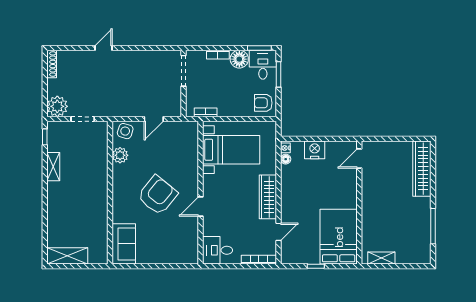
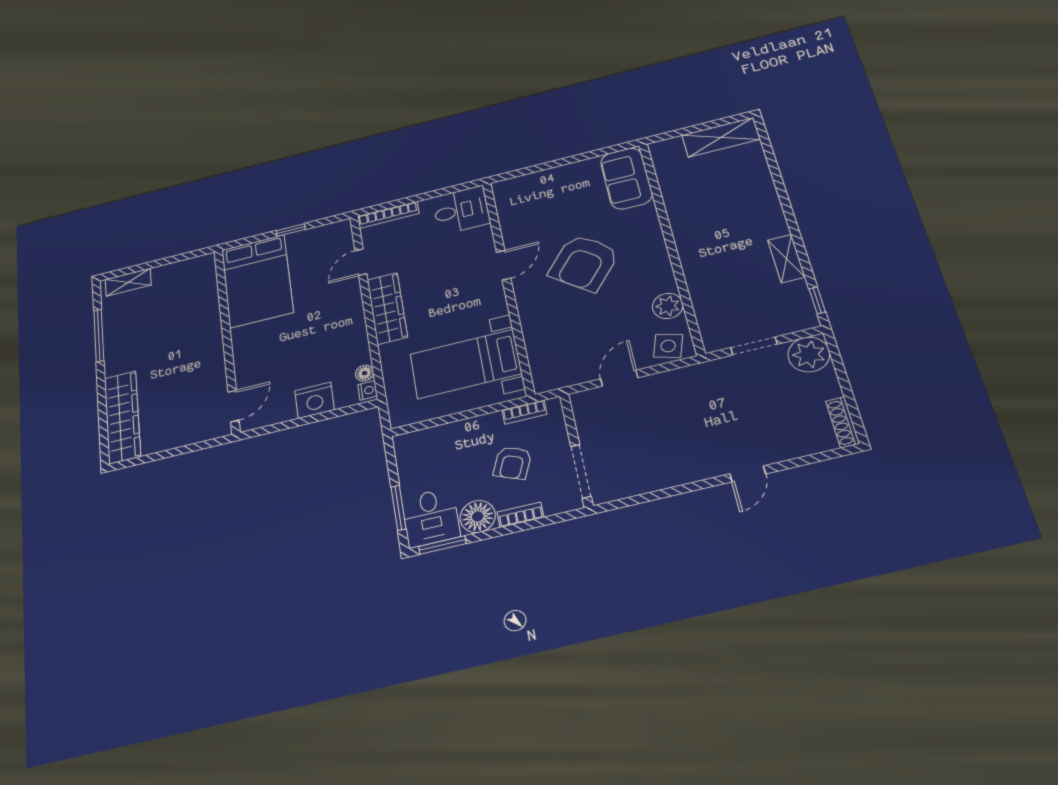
armchair: (263, 103) -> (512, 463), moved, turned 113
shelving: (381, 258) -> (128, 282), moved

